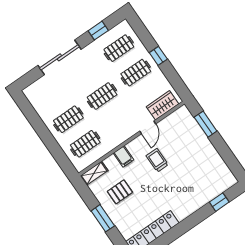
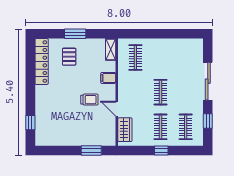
clothes rail: (68, 119) -> (161, 58), removed
pallet: (120, 192) -> (69, 57), moved

